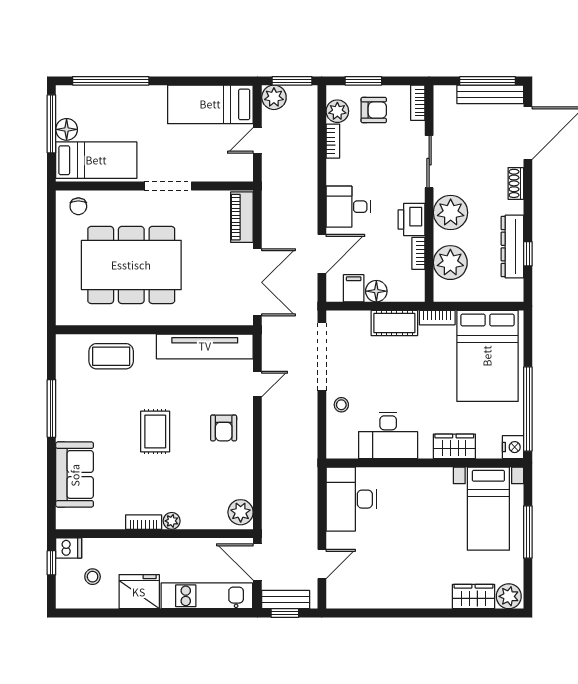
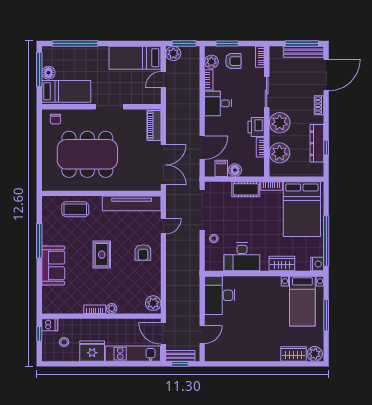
desk: (348, 207) -> (218, 103), moved
sofa: (75, 475) -> (53, 265), moved

